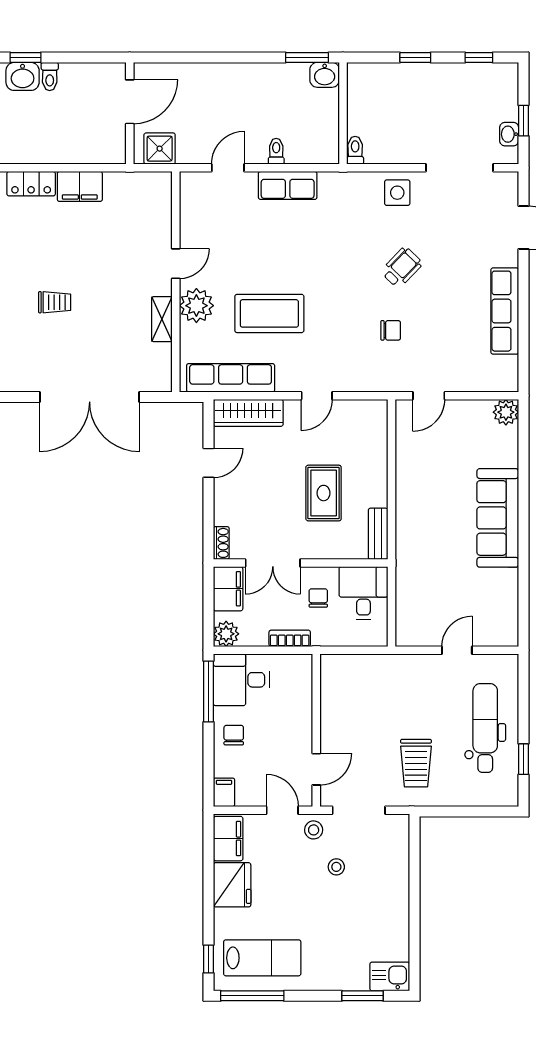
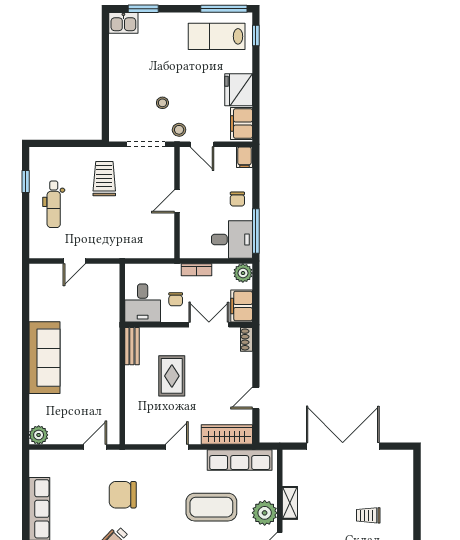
chair: (391, 330) -> (123, 495), width x1.87, depth x1.87
dental chair: (485, 728) -> (54, 204), width x0.73, depth x0.72
door: (316, 769) -> (177, 201), moved

